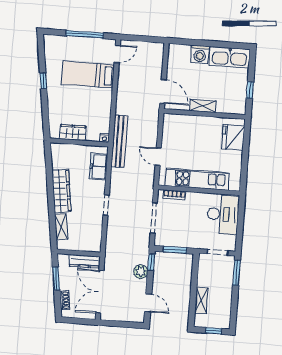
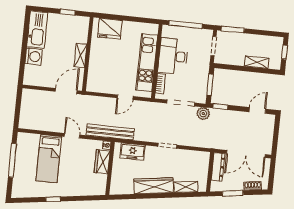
door: (117, 54) -> (72, 136), moved
wardrobe: (73, 132) -> (102, 162), moved
desk: (223, 214) -> (173, 56), moved, turned -90
window: (240, 221) -> (186, 25), added
plant: (141, 272) -> (203, 114), moved

